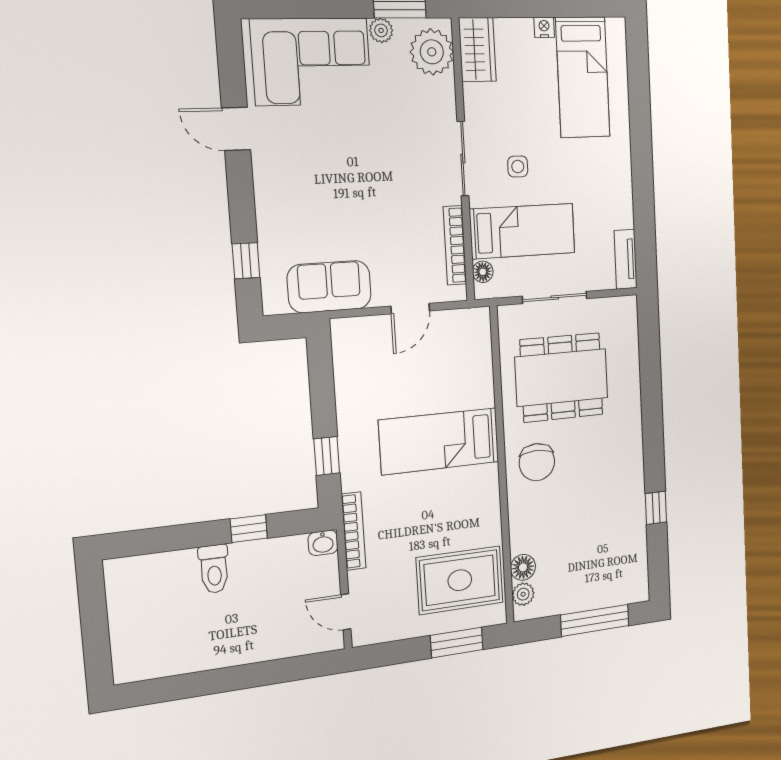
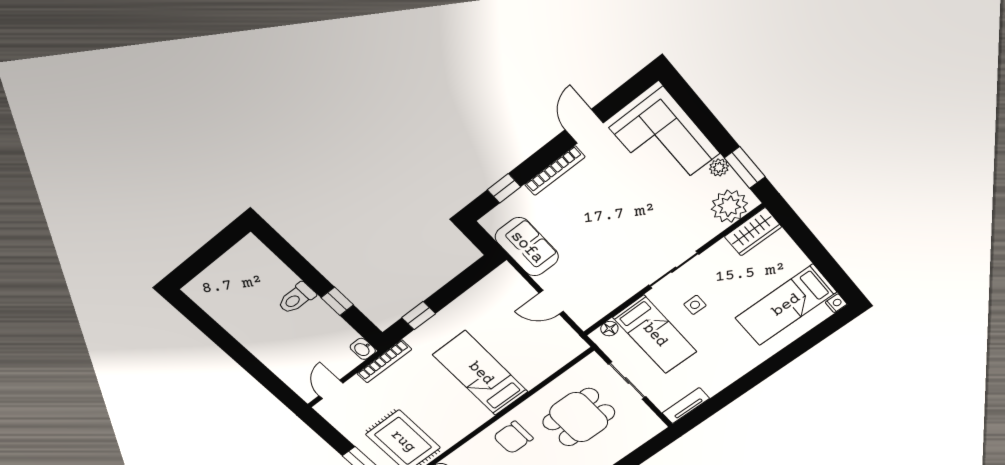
nightstand: (544, 27) -> (836, 303), moved
bookcase: (455, 245) -> (555, 171), moved, turned 180
dining table: (562, 377) -> (579, 417), width x0.73

